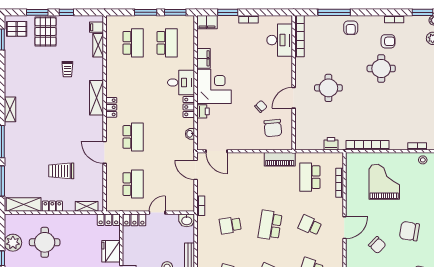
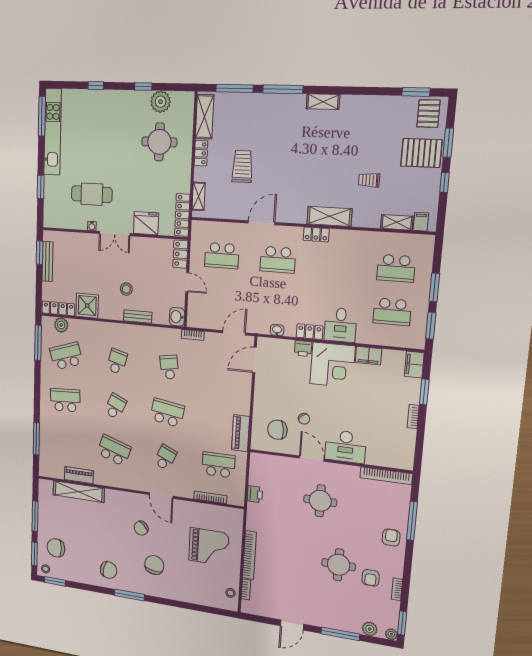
armchair: (351, 28) -> (391, 537), turned 90
desk: (280, 40) -> (345, 447), moved
bookcase: (367, 145) -> (249, 555), moved
locker: (108, 220) -> (182, 215), width x1.53

